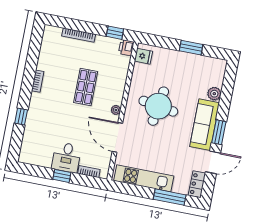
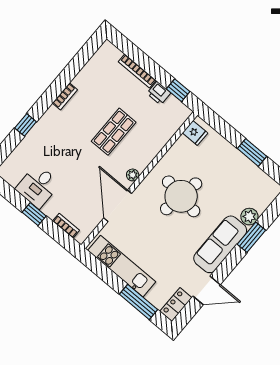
printer: (126, 48) -> (159, 93), moved, turned -90
window: (219, 132) -> (251, 237), moved
desk: (67, 157) -> (38, 186), moved

